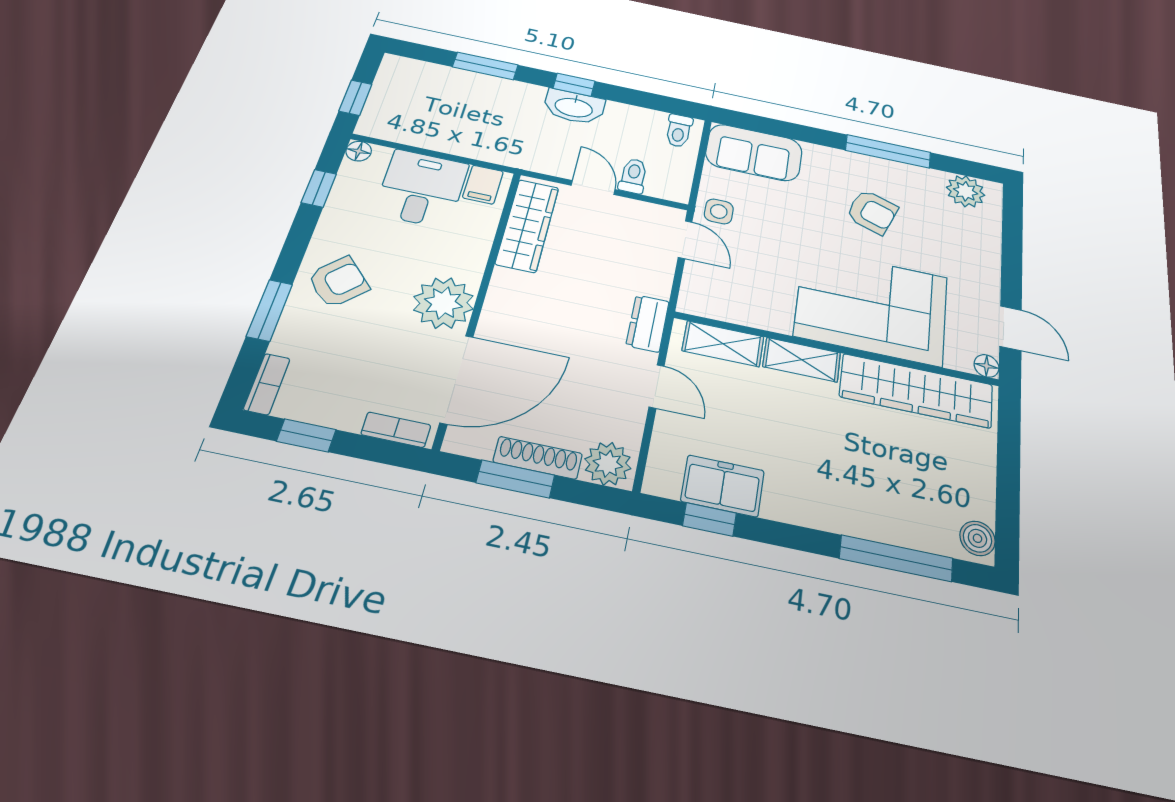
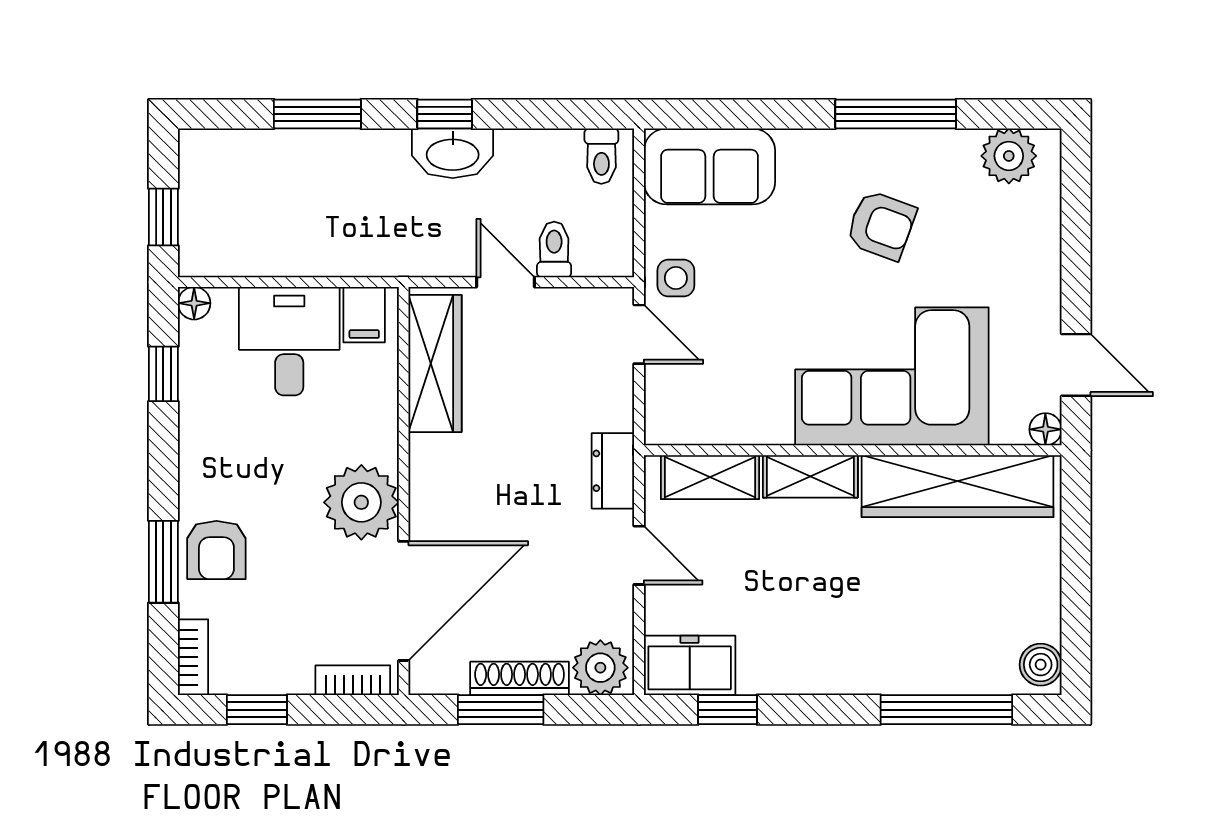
armchair: (338, 282) -> (216, 550), moved, turned 134
freezer: (723, 486) -> (690, 665), moved

